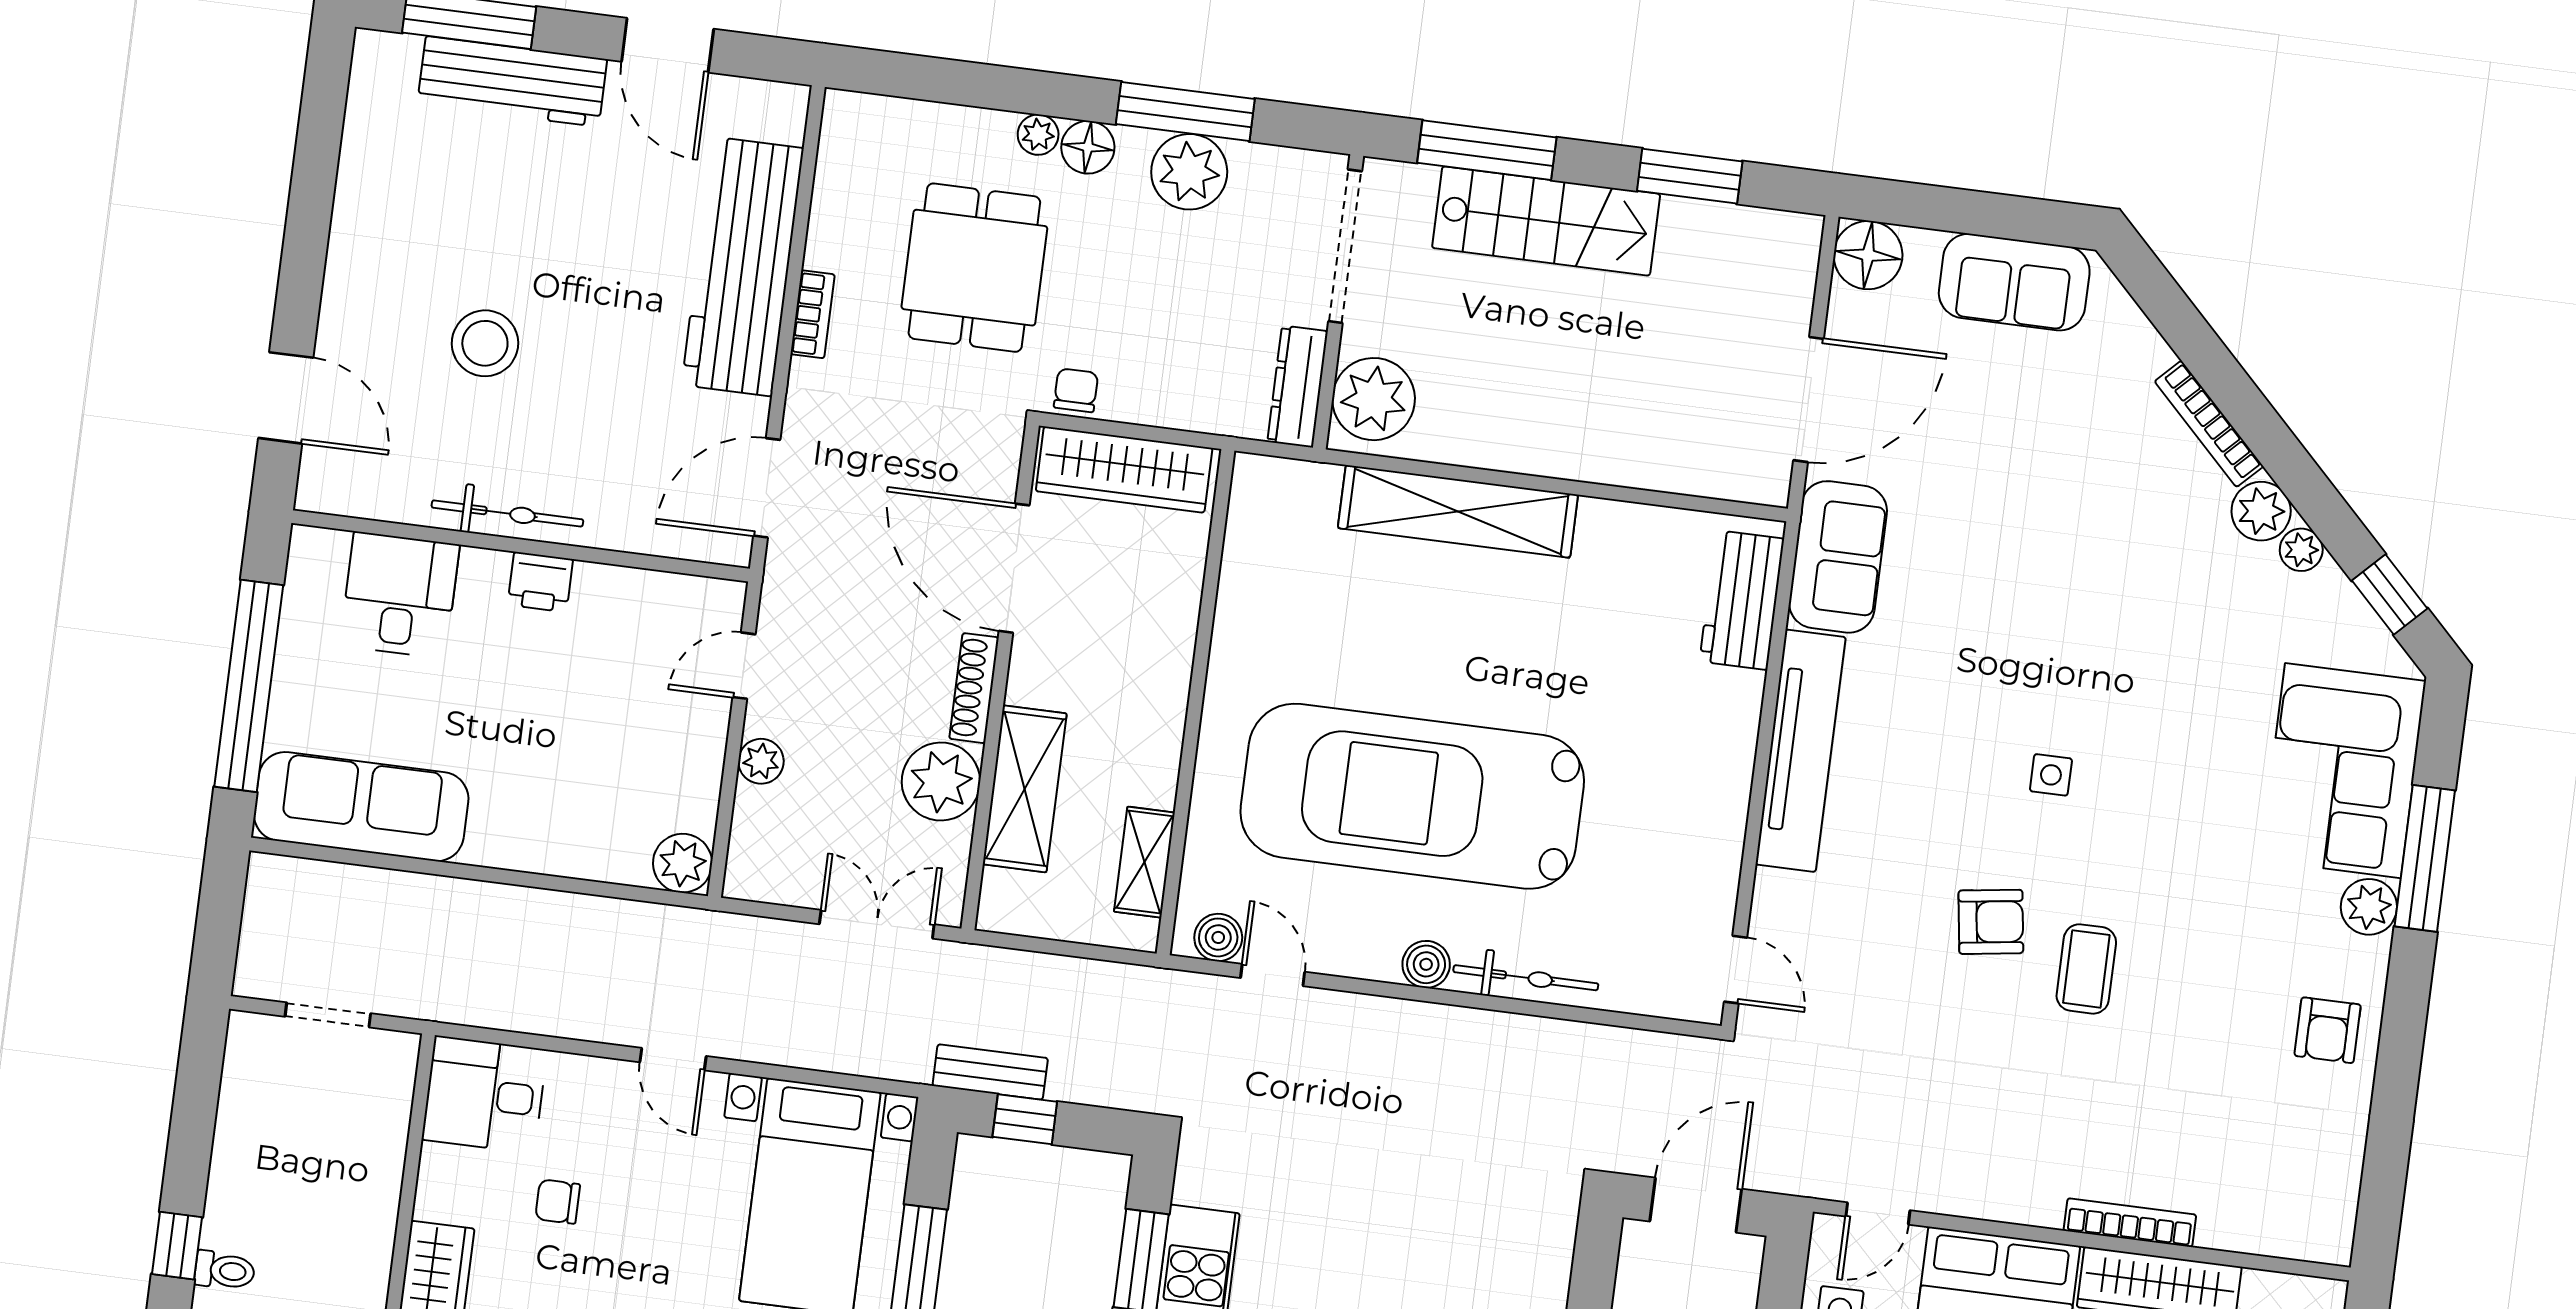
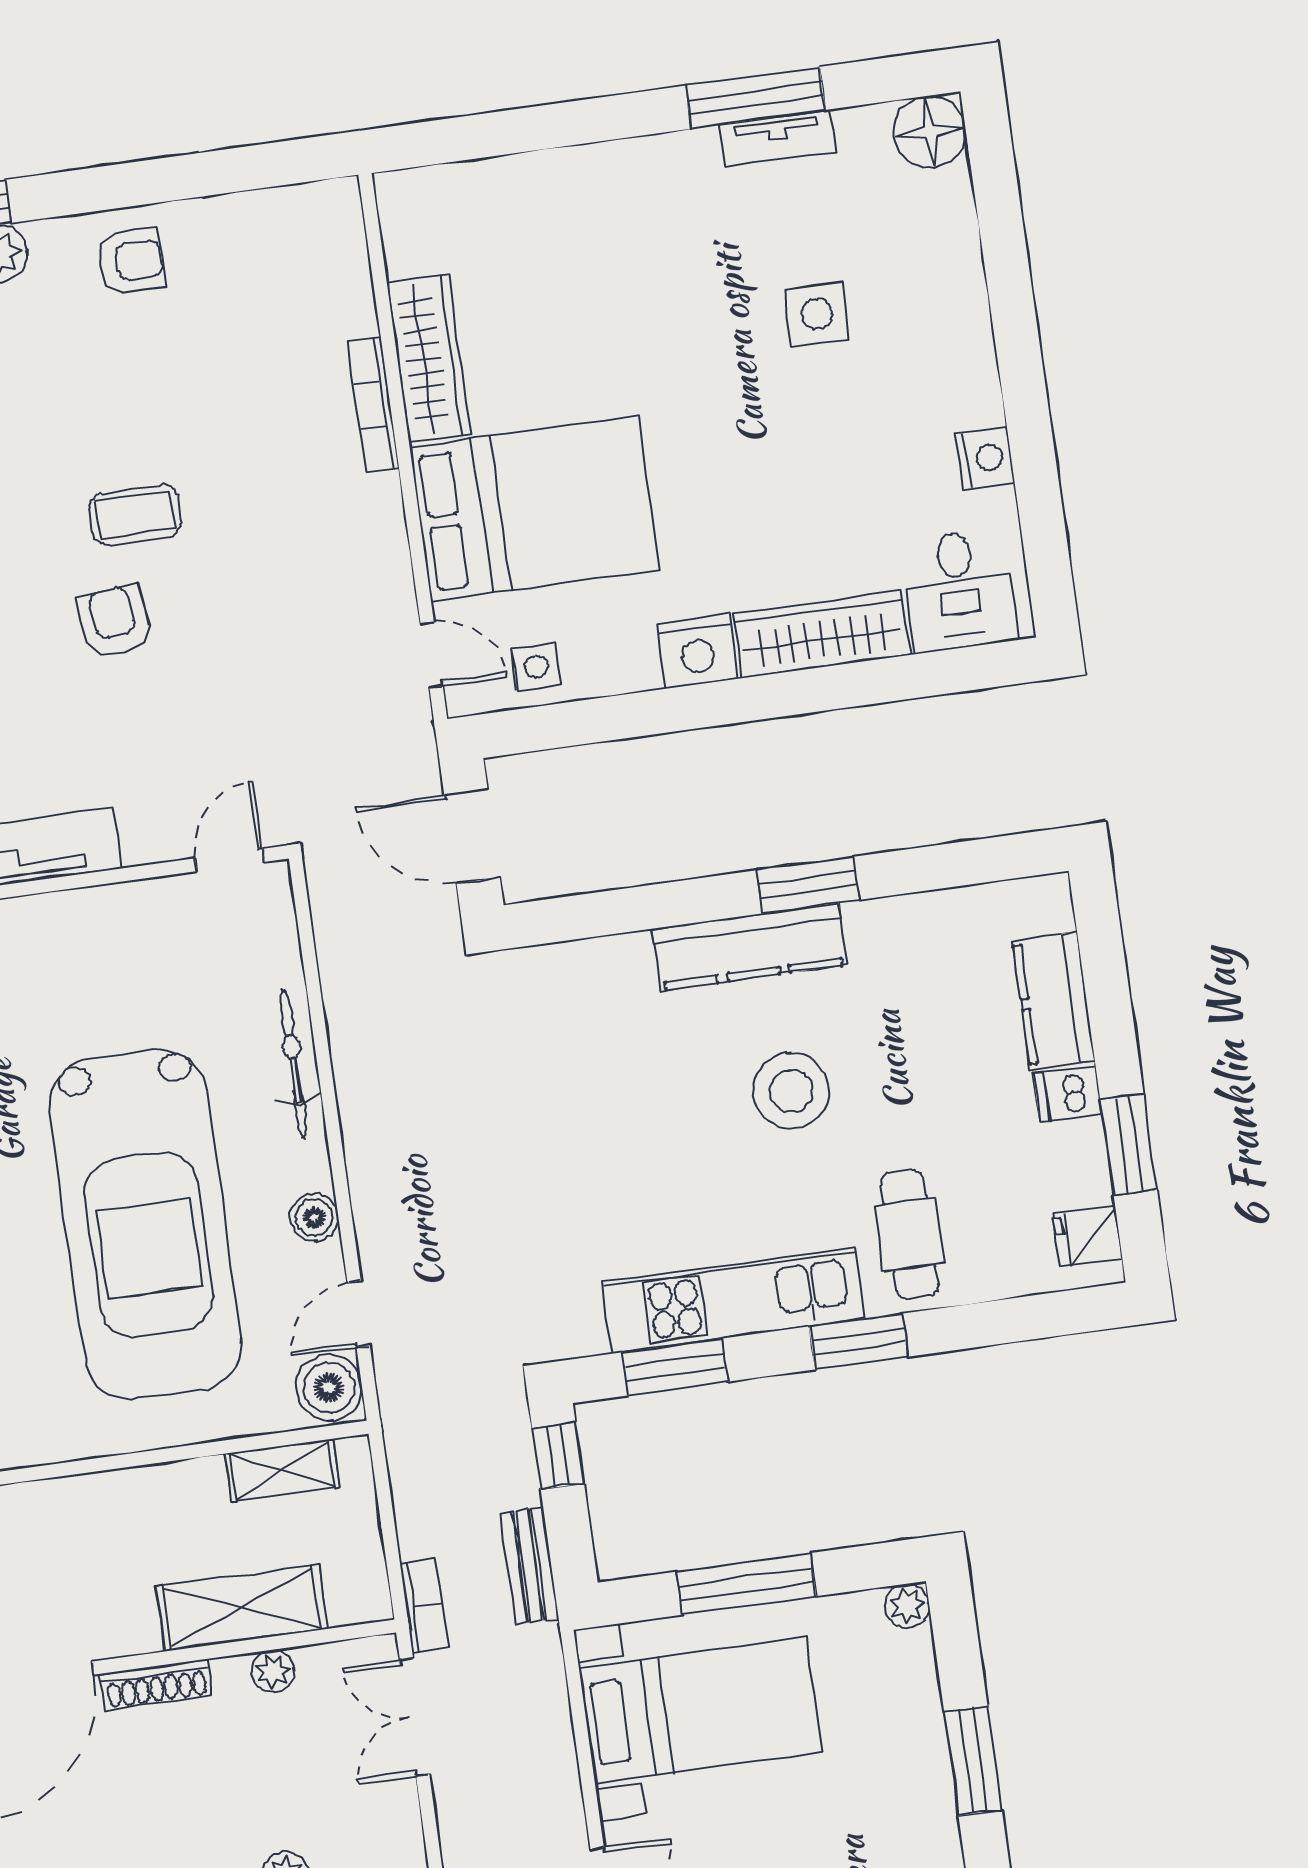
plant: (941, 781) -> (273, 1671), width x0.53, depth x0.53
boiler: (1218, 937) -> (329, 1388), width x1.36, depth x1.36
bookcase: (980, 962) -> (424, 1605), added
boiler: (1426, 964) -> (314, 1217), moved
window: (1025, 1119) -> (558, 1456), moved

